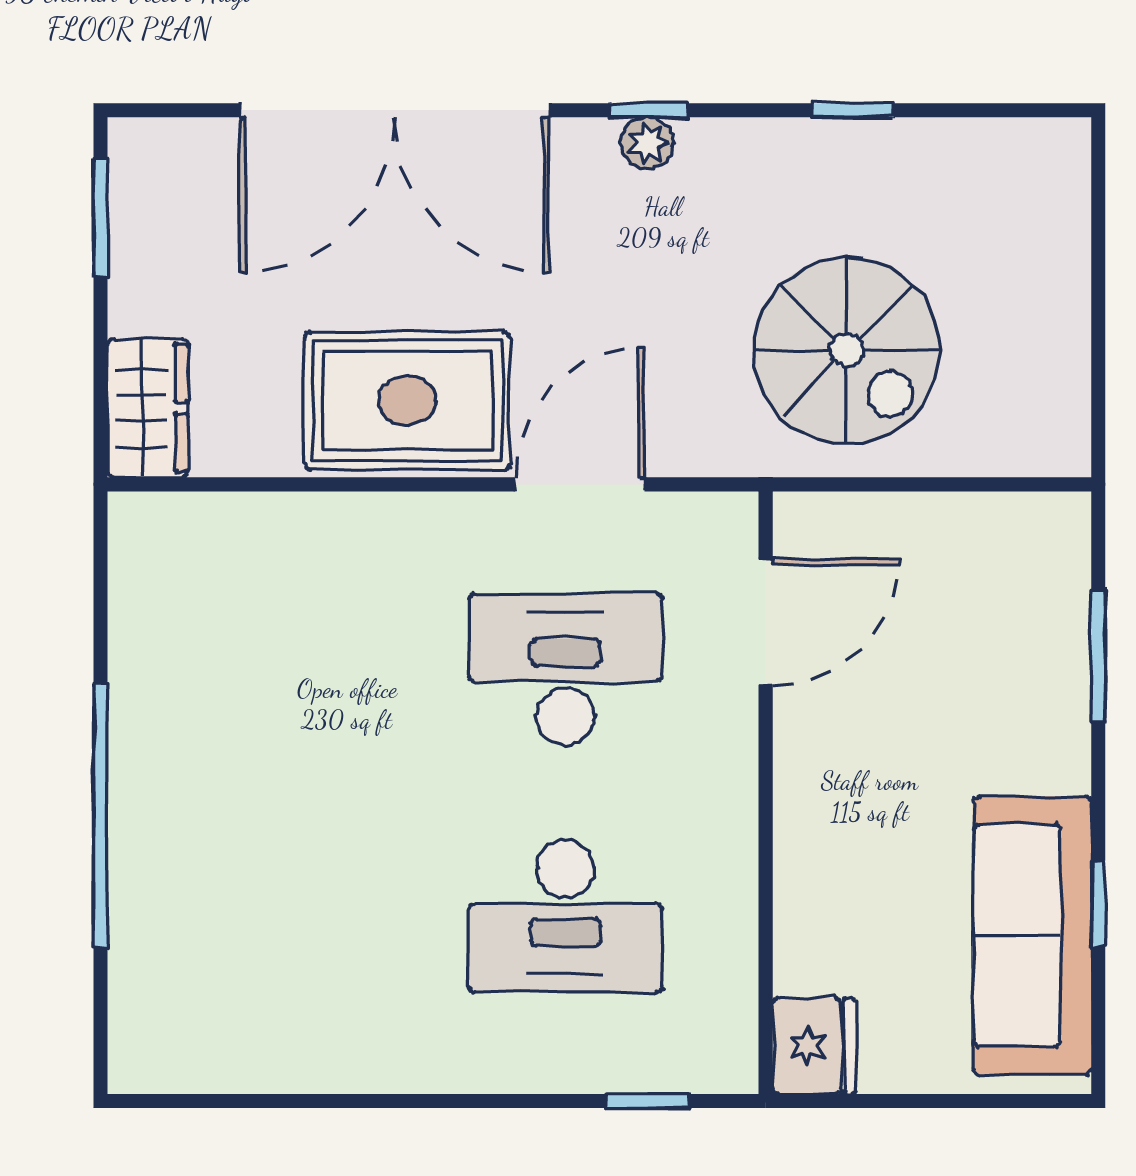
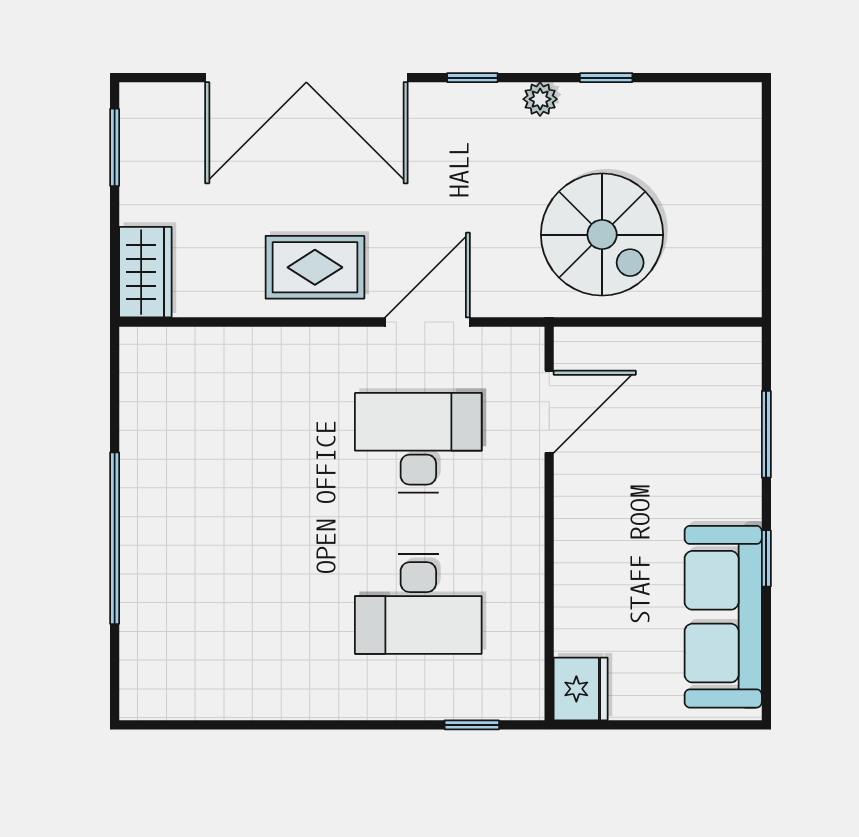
plant: (647, 143) -> (540, 99), moved
rug: (407, 401) -> (315, 267), width x0.73, depth x0.70
window: (1098, 904) -> (766, 558), moved

